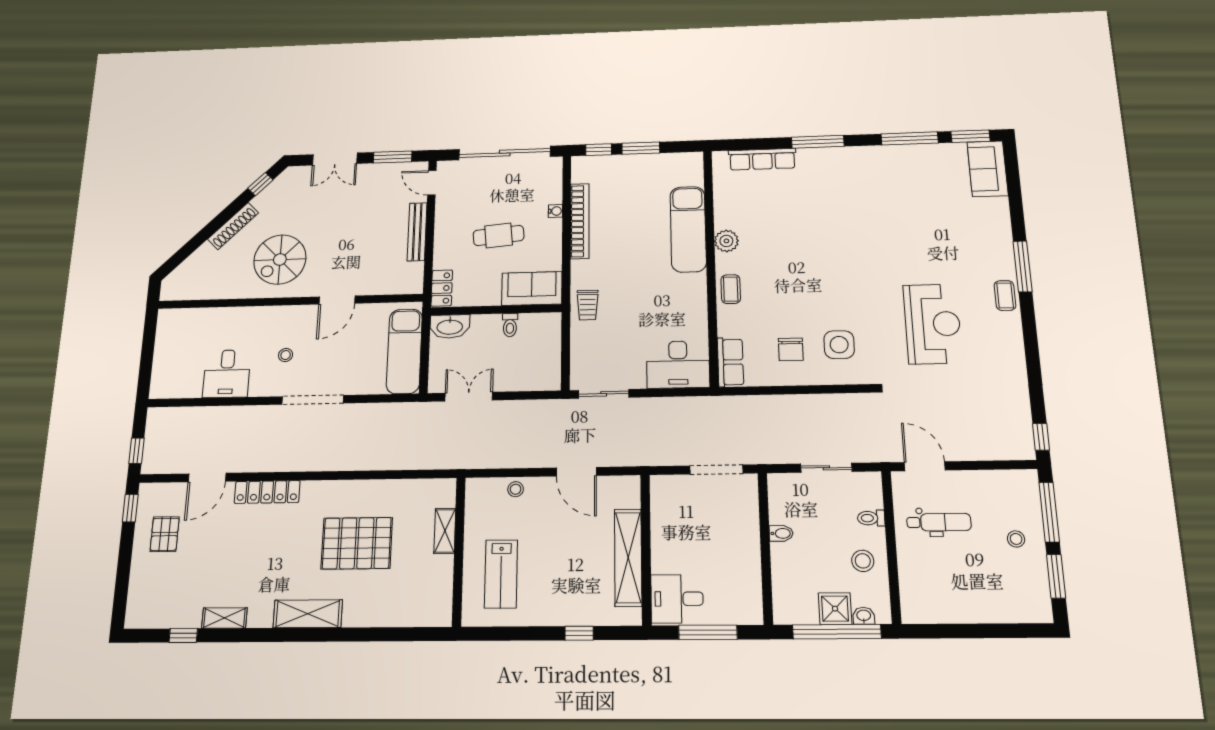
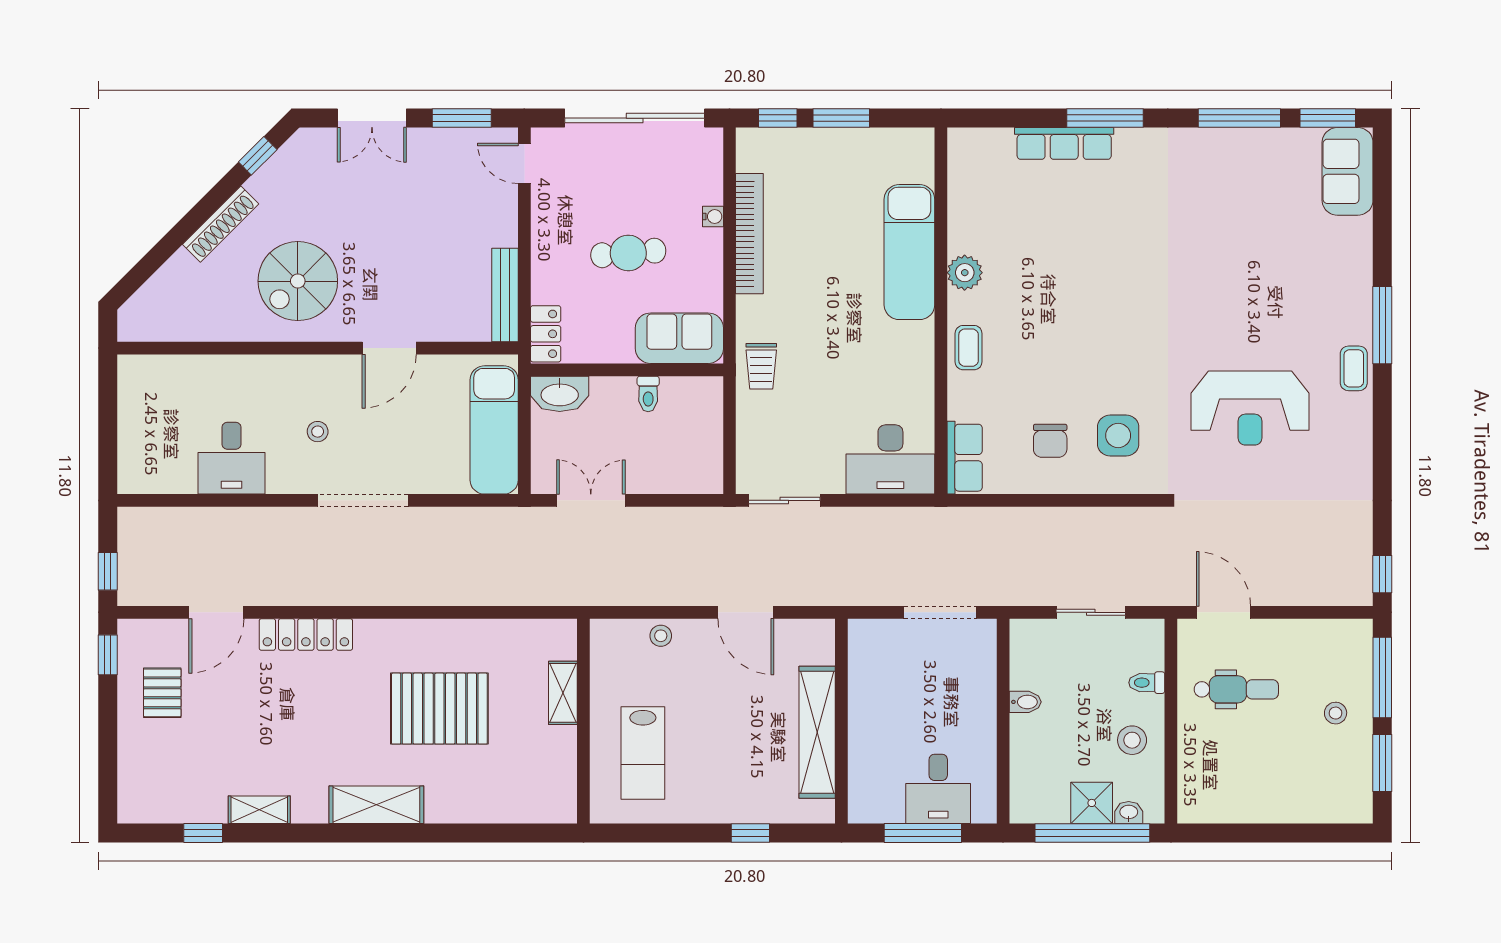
row of seats: (762, 159) -> (1064, 143), moved
bench: (417, 232) -> (505, 295), moved
reception desk: (933, 324) -> (1250, 408), turned 90
desk: (677, 599) -> (938, 789), moved, turned -90

